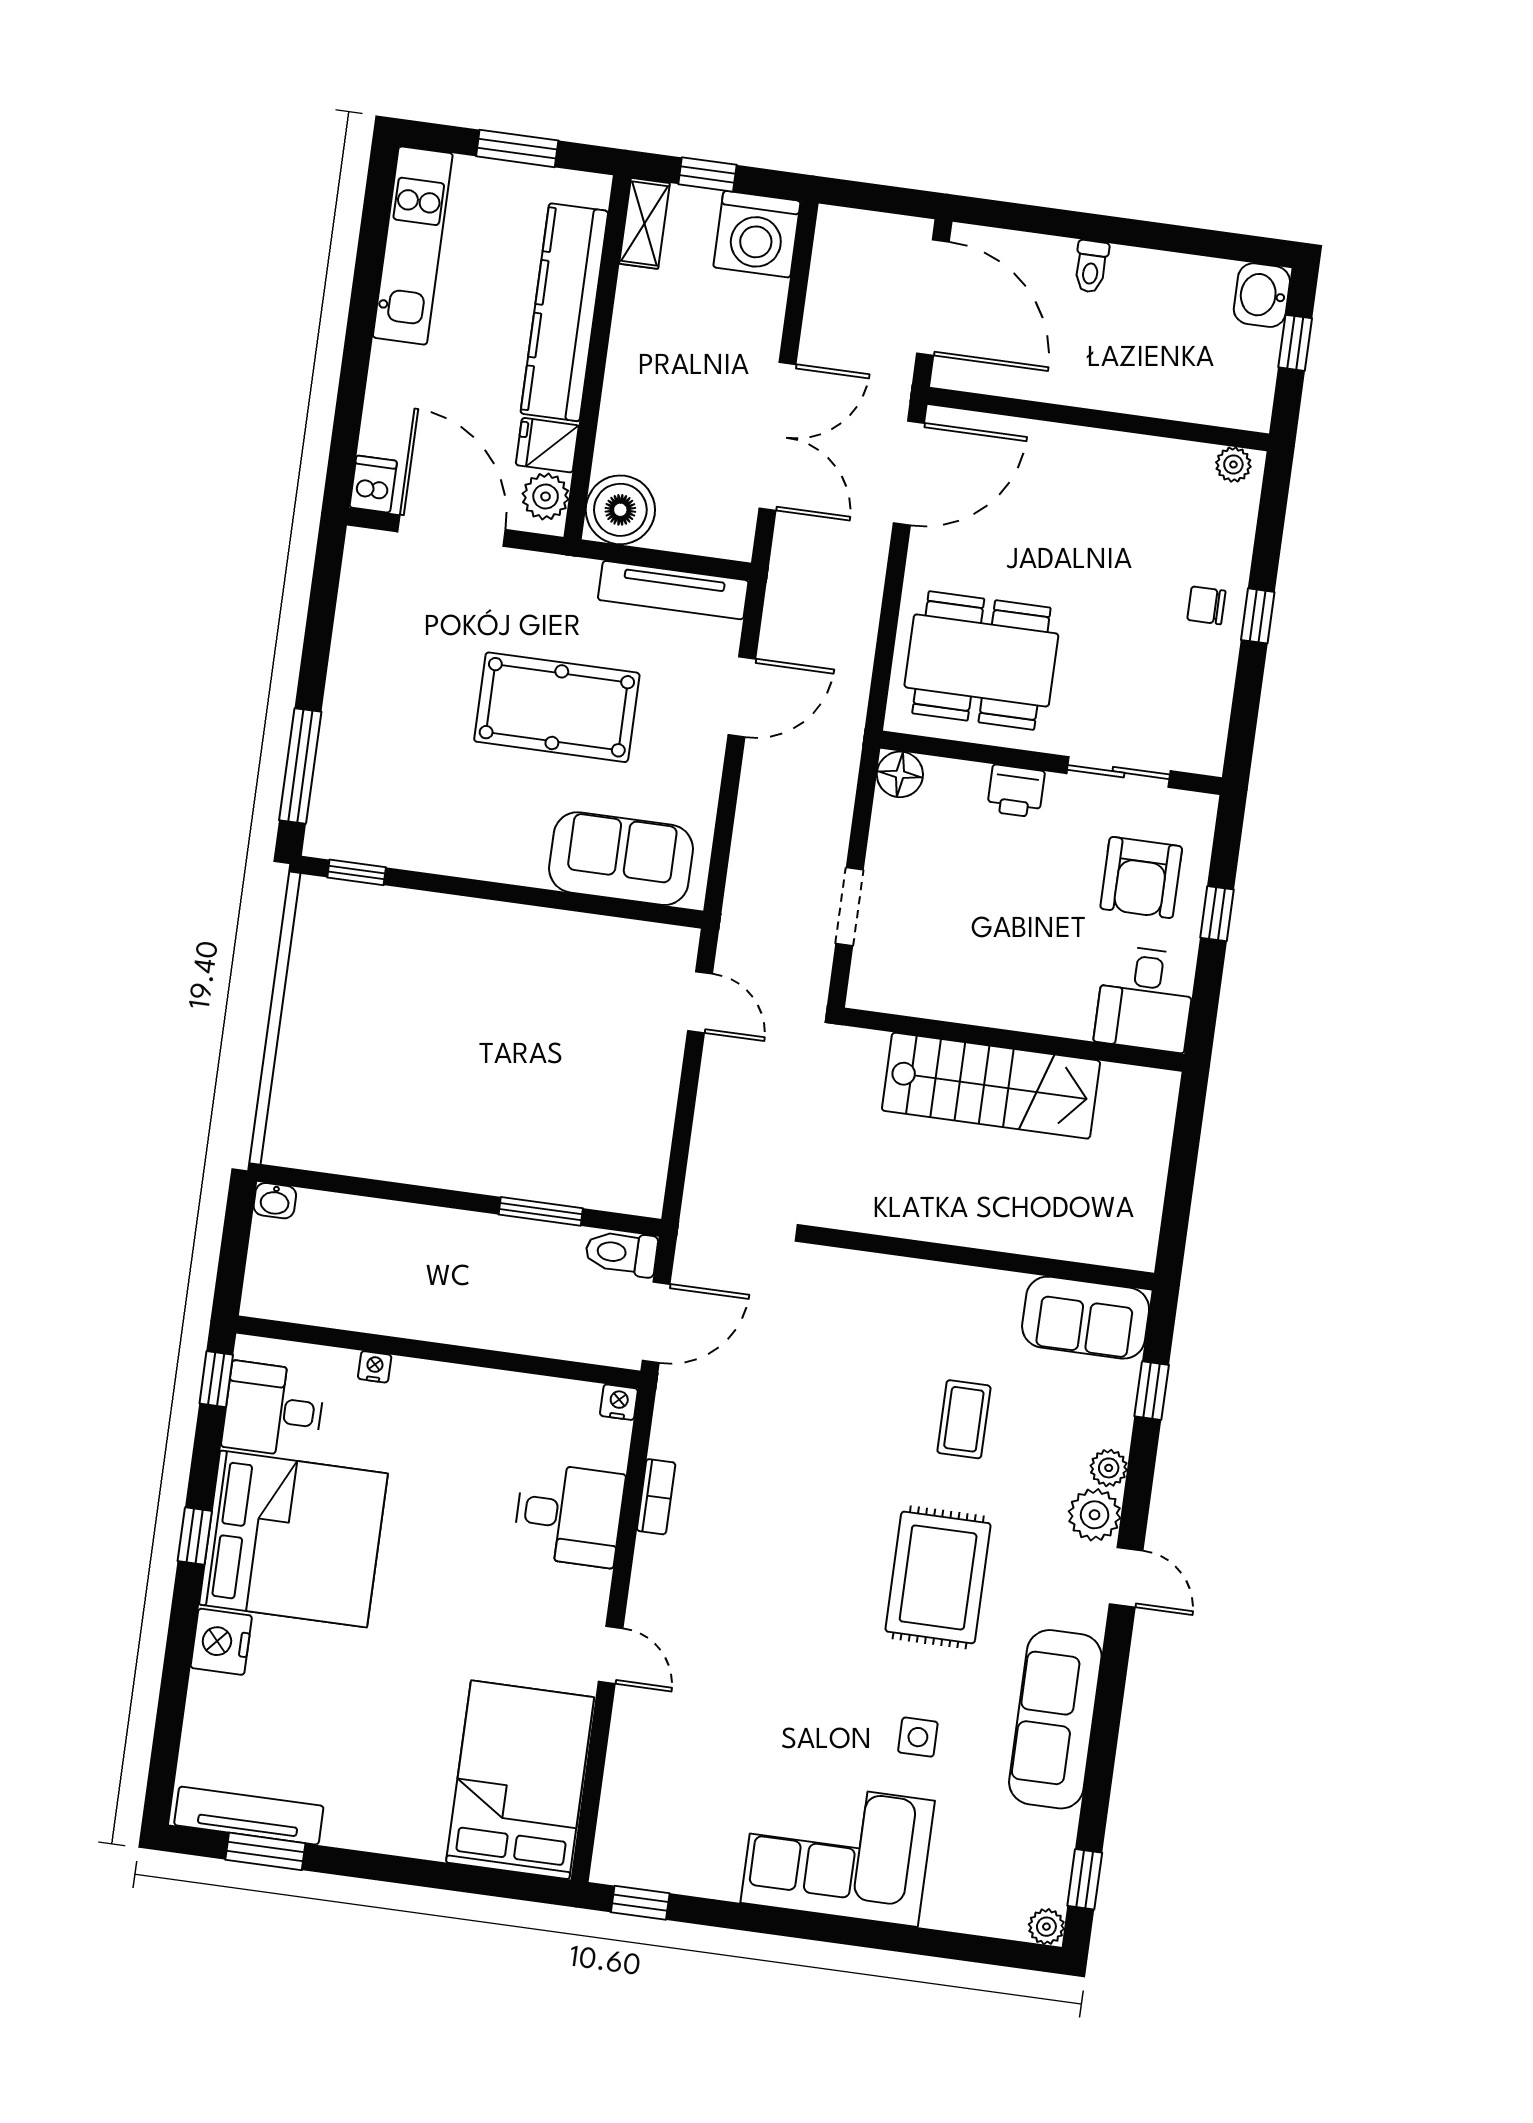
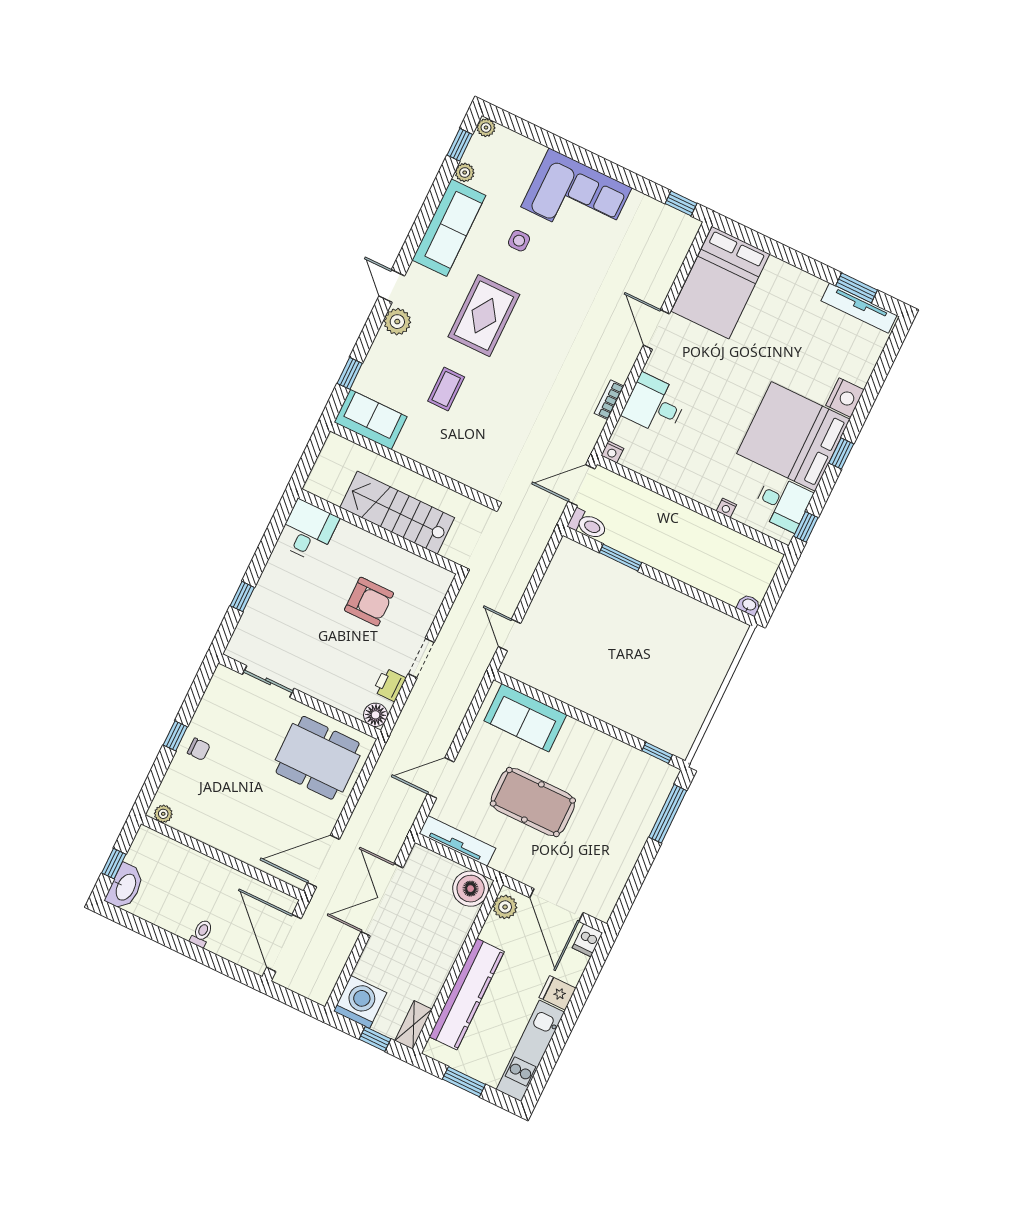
washbasin: (1262, 295) -> (125, 887), width x1.38
fridge: (547, 445) -> (558, 993), moved, turned 180
printer: (1016, 791) -> (390, 685), moved, turned -90
armchair: (1141, 878) -> (369, 602), moved, turned 90
desk: (1145, 999) -> (308, 531), moved
wall: (1013, 1040) -> (379, 532), moved
stairs: (991, 1086) -> (397, 513), moved
plant: (1109, 1468) -> (465, 172), moved
door: (611, 1655) -> (656, 330), width x1.38

